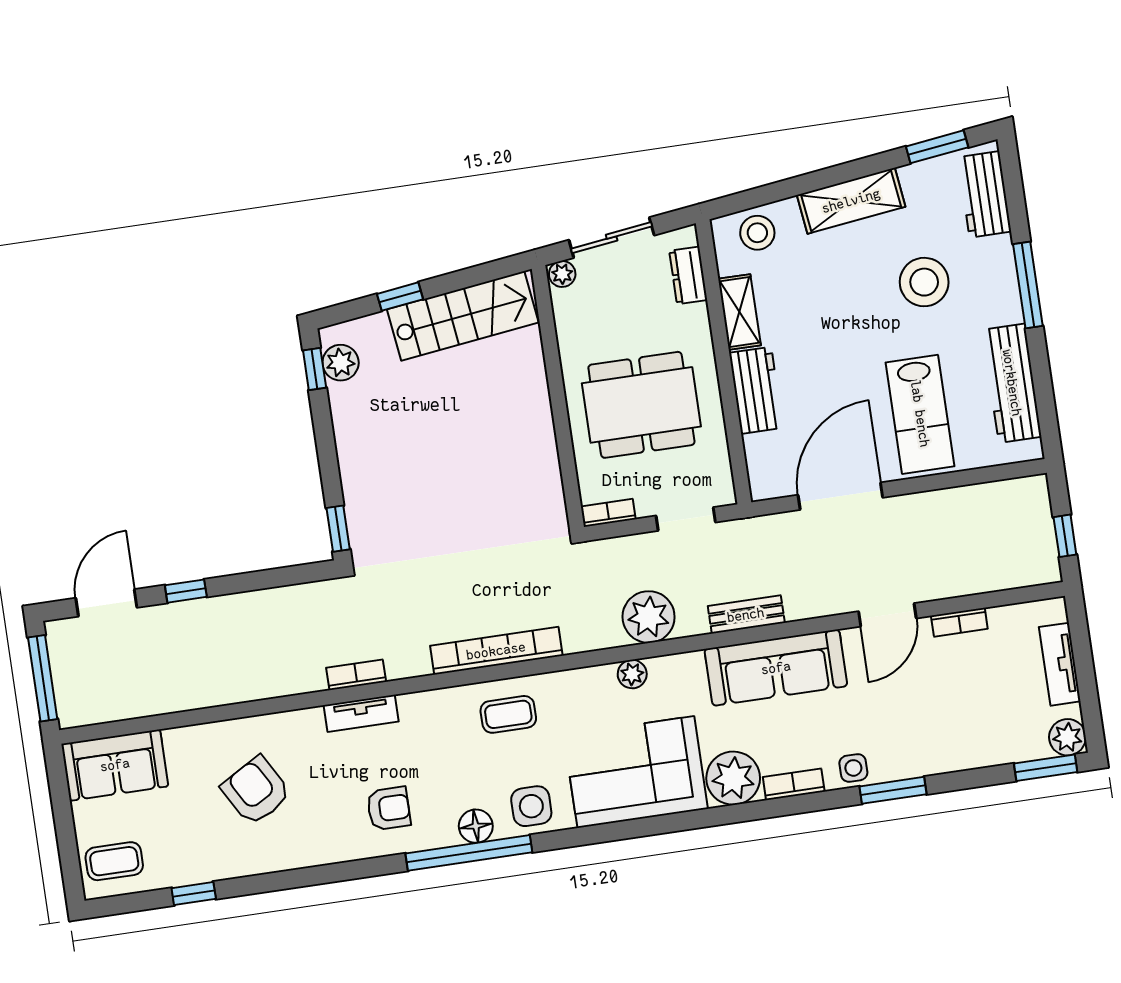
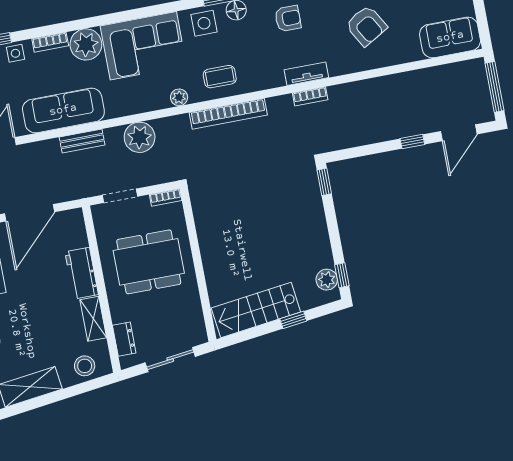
plant: (562, 274) -> (198, 337), removed
plant: (632, 674) -> (179, 97), moved
armchair: (389, 808) -> (288, 19), turned 180

